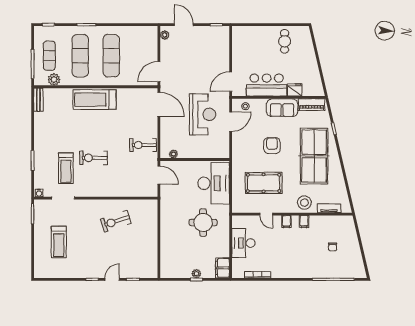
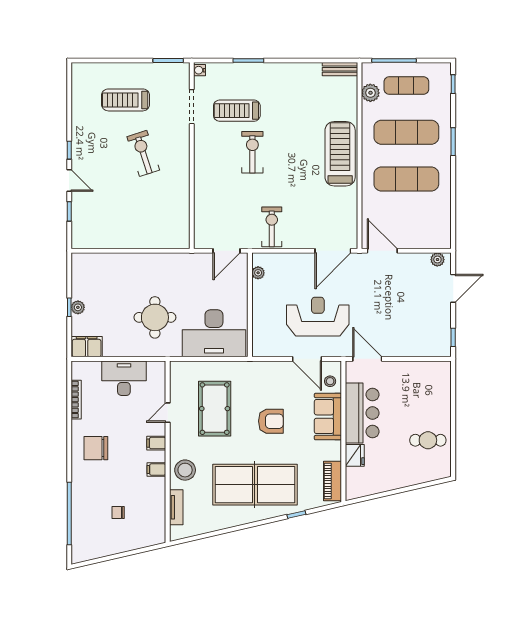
sofa: (282, 108) -> (328, 417), moved
reception desk: (203, 114) -> (318, 317), turned 180
exercise bike: (116, 221) -> (143, 153), moved
chair: (290, 262) -> (96, 448), added

